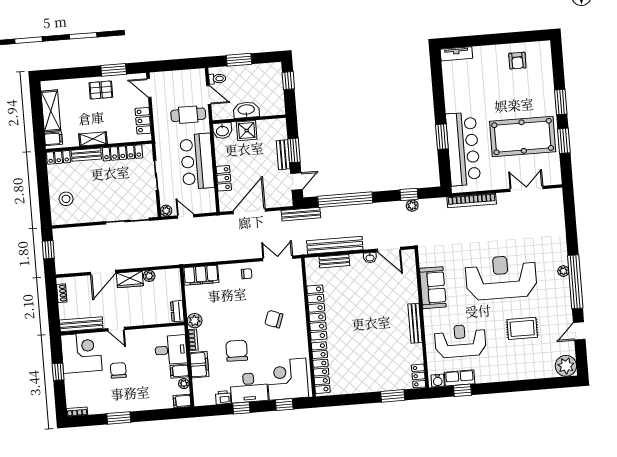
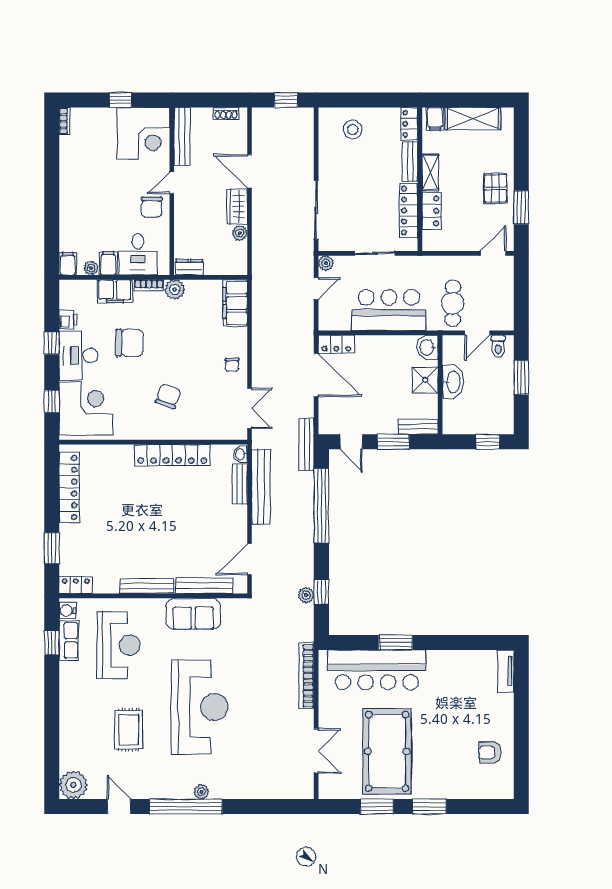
locker: (143, 121) -> (431, 211), moved, turned 90
bench: (283, 155) -> (418, 427), moved
locker: (224, 178) -> (336, 344), moved
washbasin: (370, 258) -> (240, 454), moved
bench: (411, 281) -> (204, 586), added
locker: (321, 368) -> (69, 488), moved, turned -90
chair: (118, 370) -> (152, 207), moved, turned 90
window: (119, 418) -> (52, 177), removed

